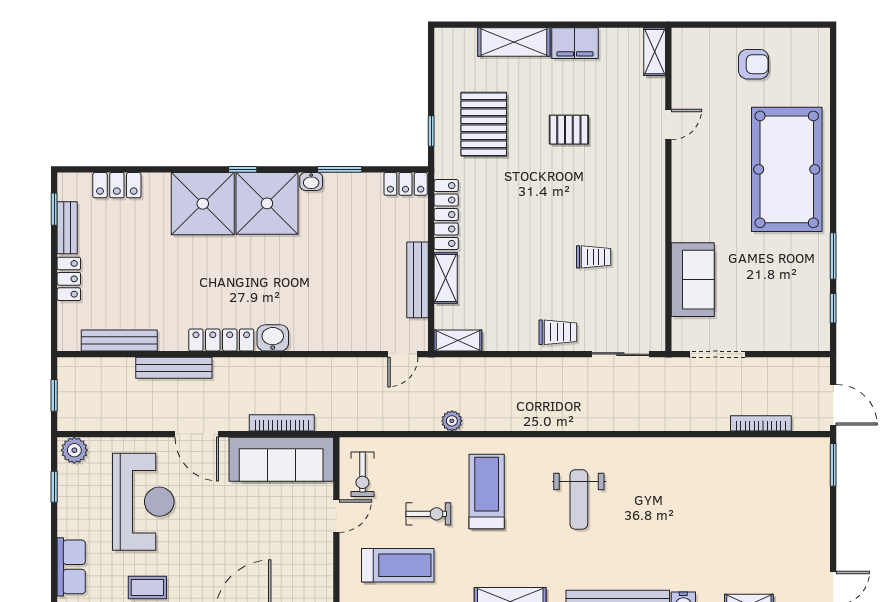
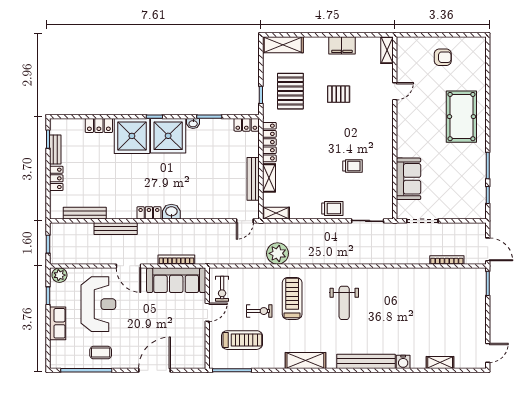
shelving: (514, 42) -> (283, 45), moved
pool table: (787, 169) -> (461, 117), width x0.73, depth x0.76
locker: (117, 185) -> (99, 126), moved
locker: (221, 340) -> (149, 213), width x0.66
plant: (452, 421) -> (278, 253), width x1.88, depth x1.88
row of seats: (71, 567) -> (58, 323), moved

